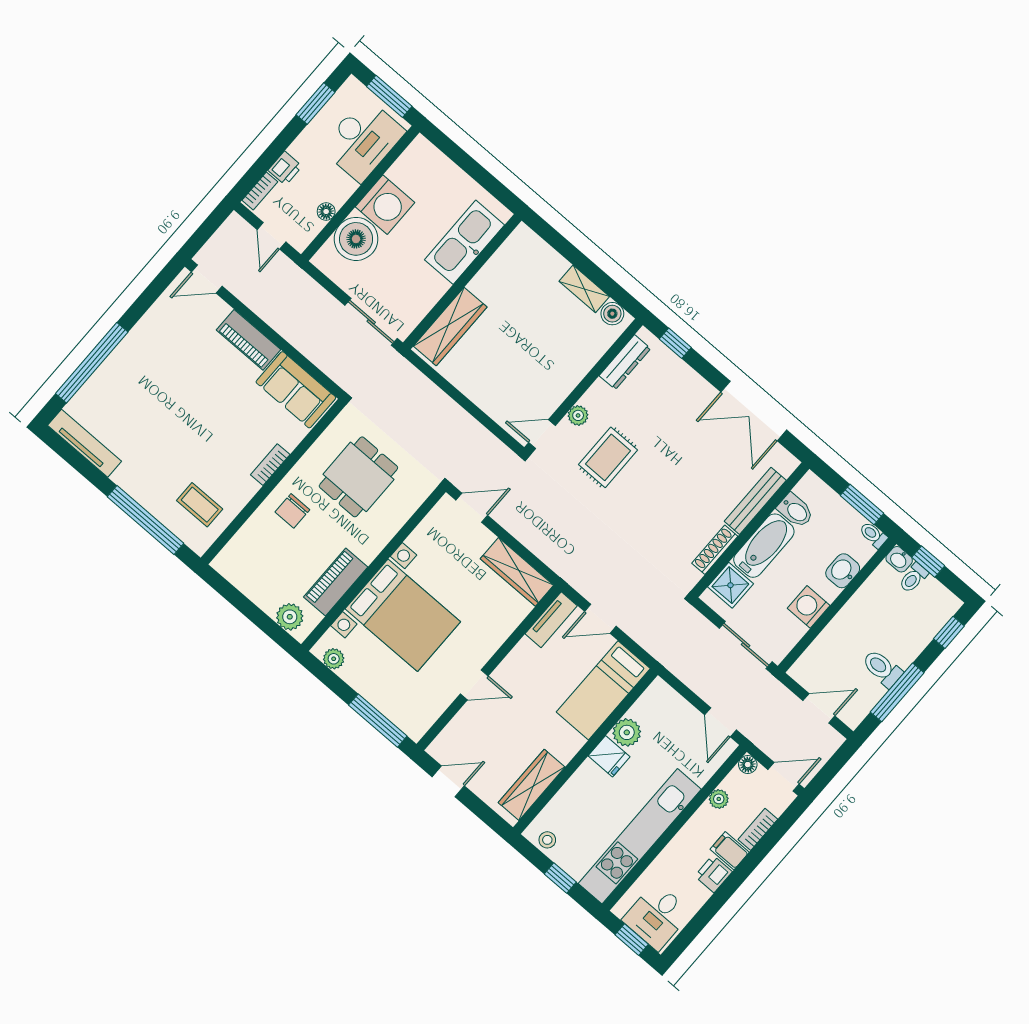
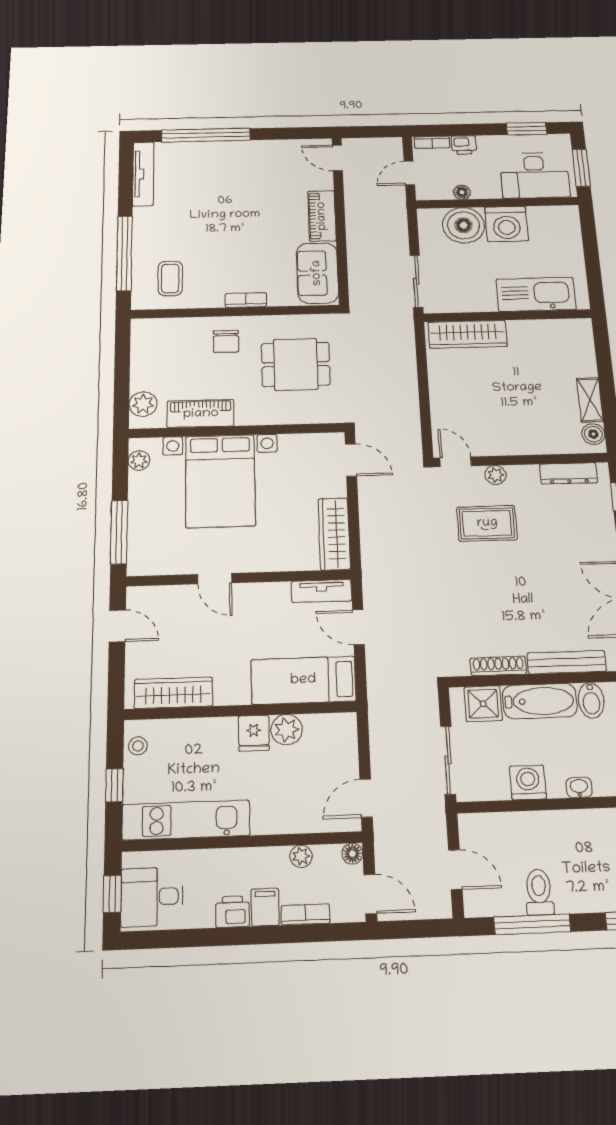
chair: (292, 511) -> (226, 341), turned -90
washbasin: (843, 571) -> (579, 787), width x0.72, depth x0.69
kitchen unit: (640, 836) -> (186, 820), width x0.73

